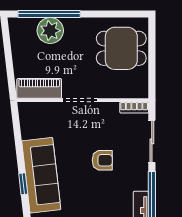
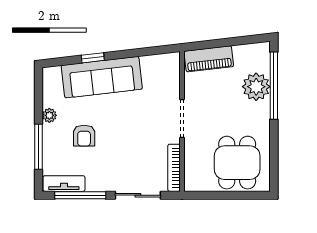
piano: (39, 88) -> (209, 59), moved, turned 83
bookcase: (134, 108) -> (174, 168), width x1.56
armchair: (102, 160) -> (84, 136), moved

